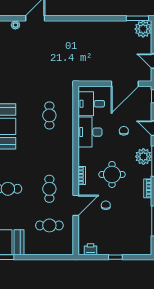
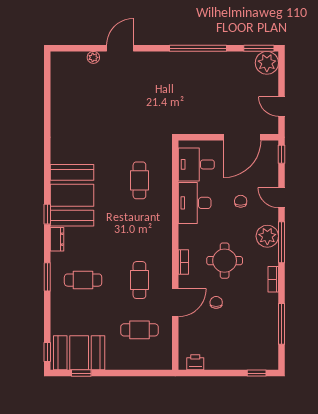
window: (92, 18) -> (198, 48), added
window: (115, 257) -> (257, 373), moved

